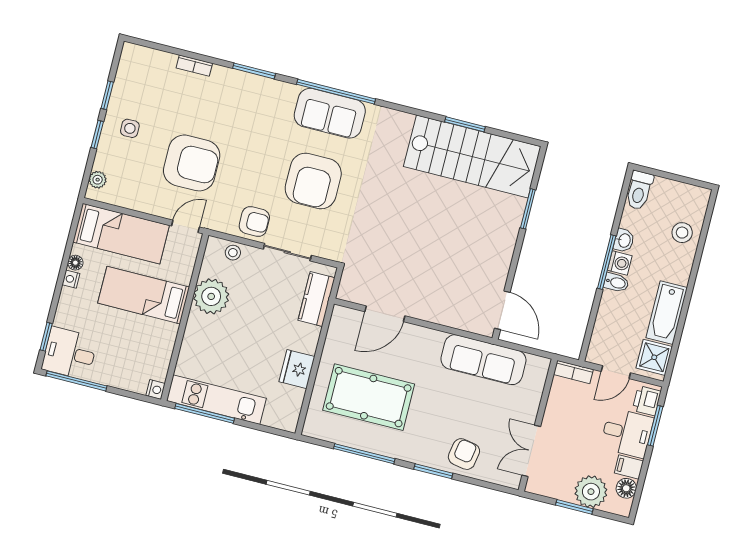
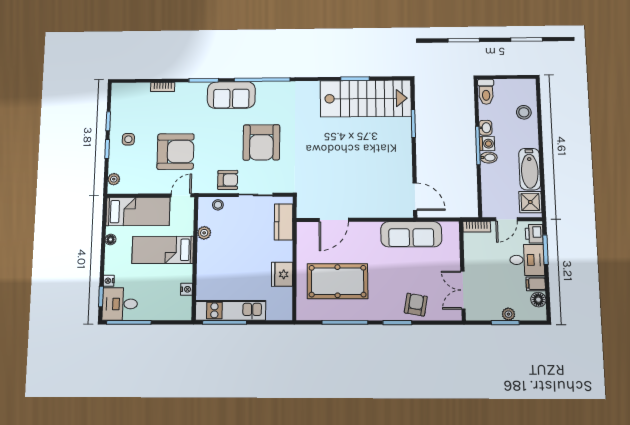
sofa: (330, 113) -> (231, 95), moved
nightstand: (71, 279) -> (109, 281), moved
plant: (211, 296) -> (204, 233), width x0.53, depth x0.53
nightstand: (156, 390) -> (187, 289), moved
plant: (591, 492) -> (508, 314), width x0.53, depth x0.53

